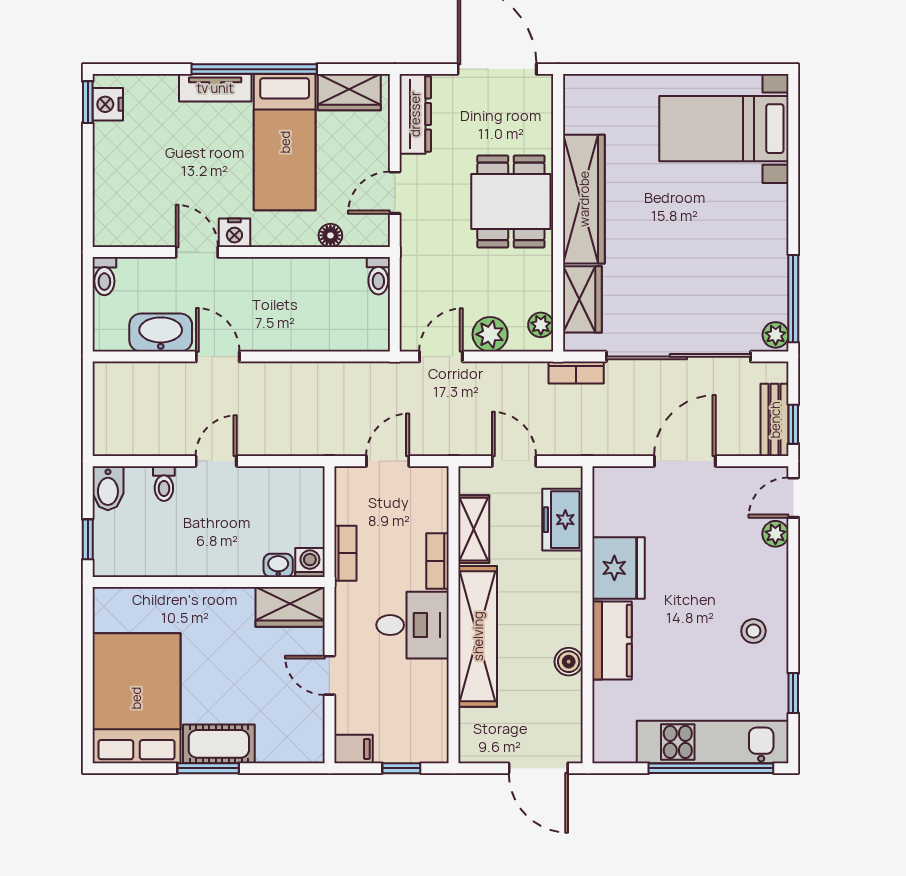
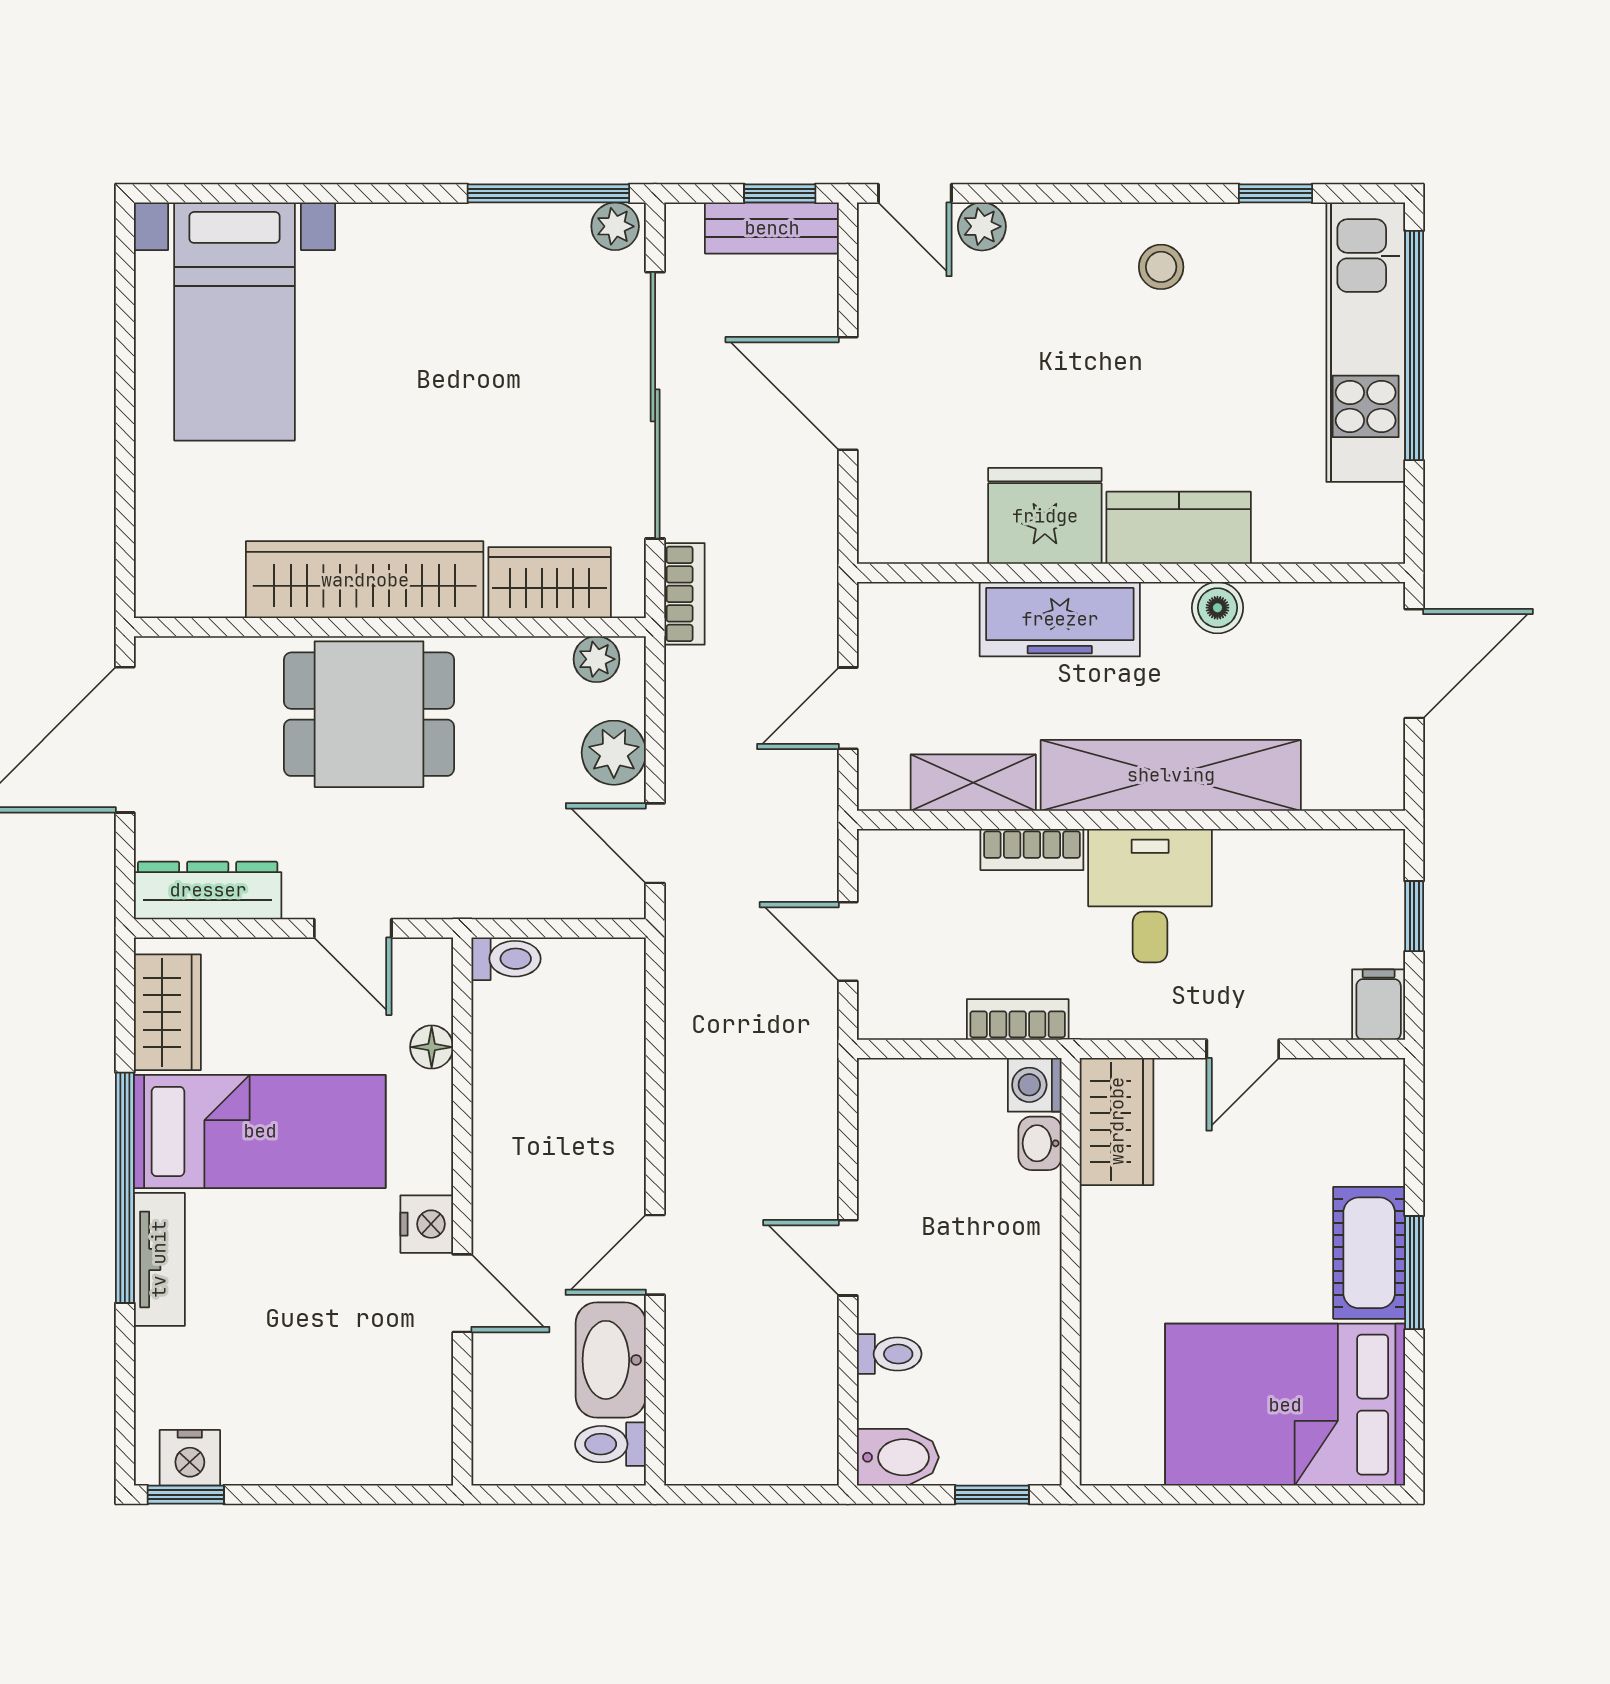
door: (197, 252) -> (462, 1293), swing flipped
toilet: (104, 276) -> (611, 1444), moved, turned 180
freezer: (562, 520) -> (1060, 619), moved, width x1.40

